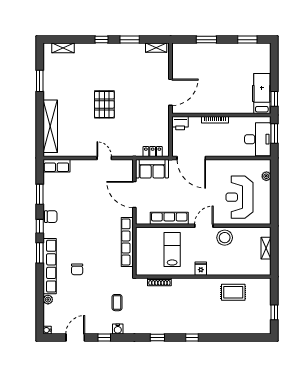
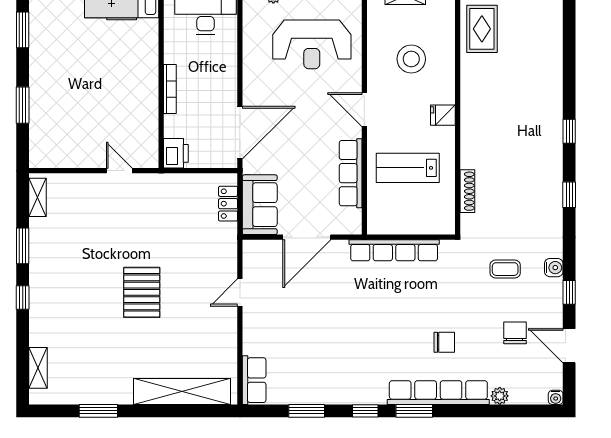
door: (171, 92) -> (119, 171), width x0.53
pallet: (104, 104) -> (142, 292), turned 90
chair: (51, 217) -> (515, 333), moved
stool: (225, 238) -> (411, 59), moved
rug: (233, 292) -> (482, 29), moved

